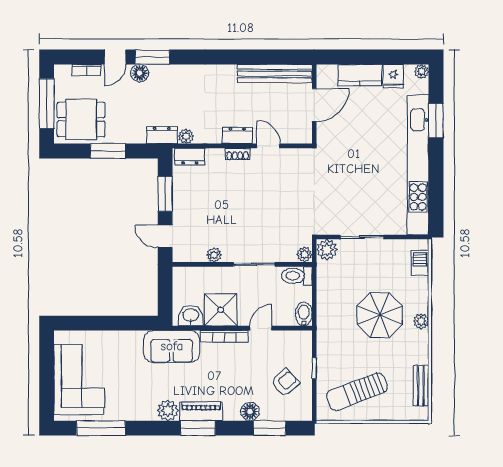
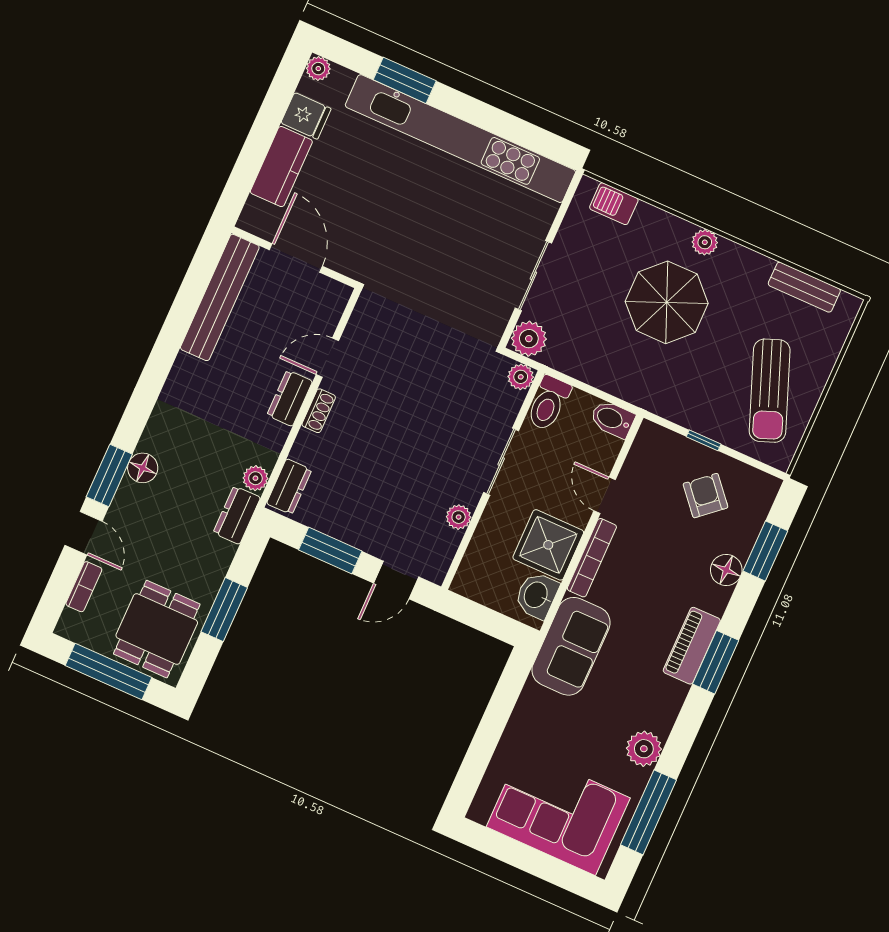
floor lamp: (140, 73) -> (143, 468), moved
plant: (168, 410) -> (644, 749), moved

